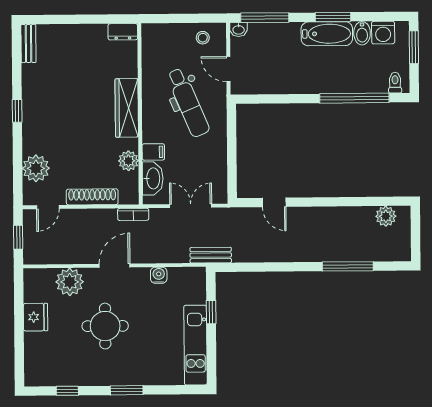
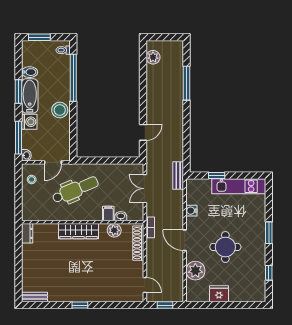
washing machine: (383, 33) -> (29, 122), moved
stool: (306, 79) -> (60, 110), added
plant: (36, 168) -> (119, 293), removed
washbasin: (153, 178) -> (121, 216), width x0.52, depth x0.69
shoe rack: (92, 197) -> (138, 243), moved

